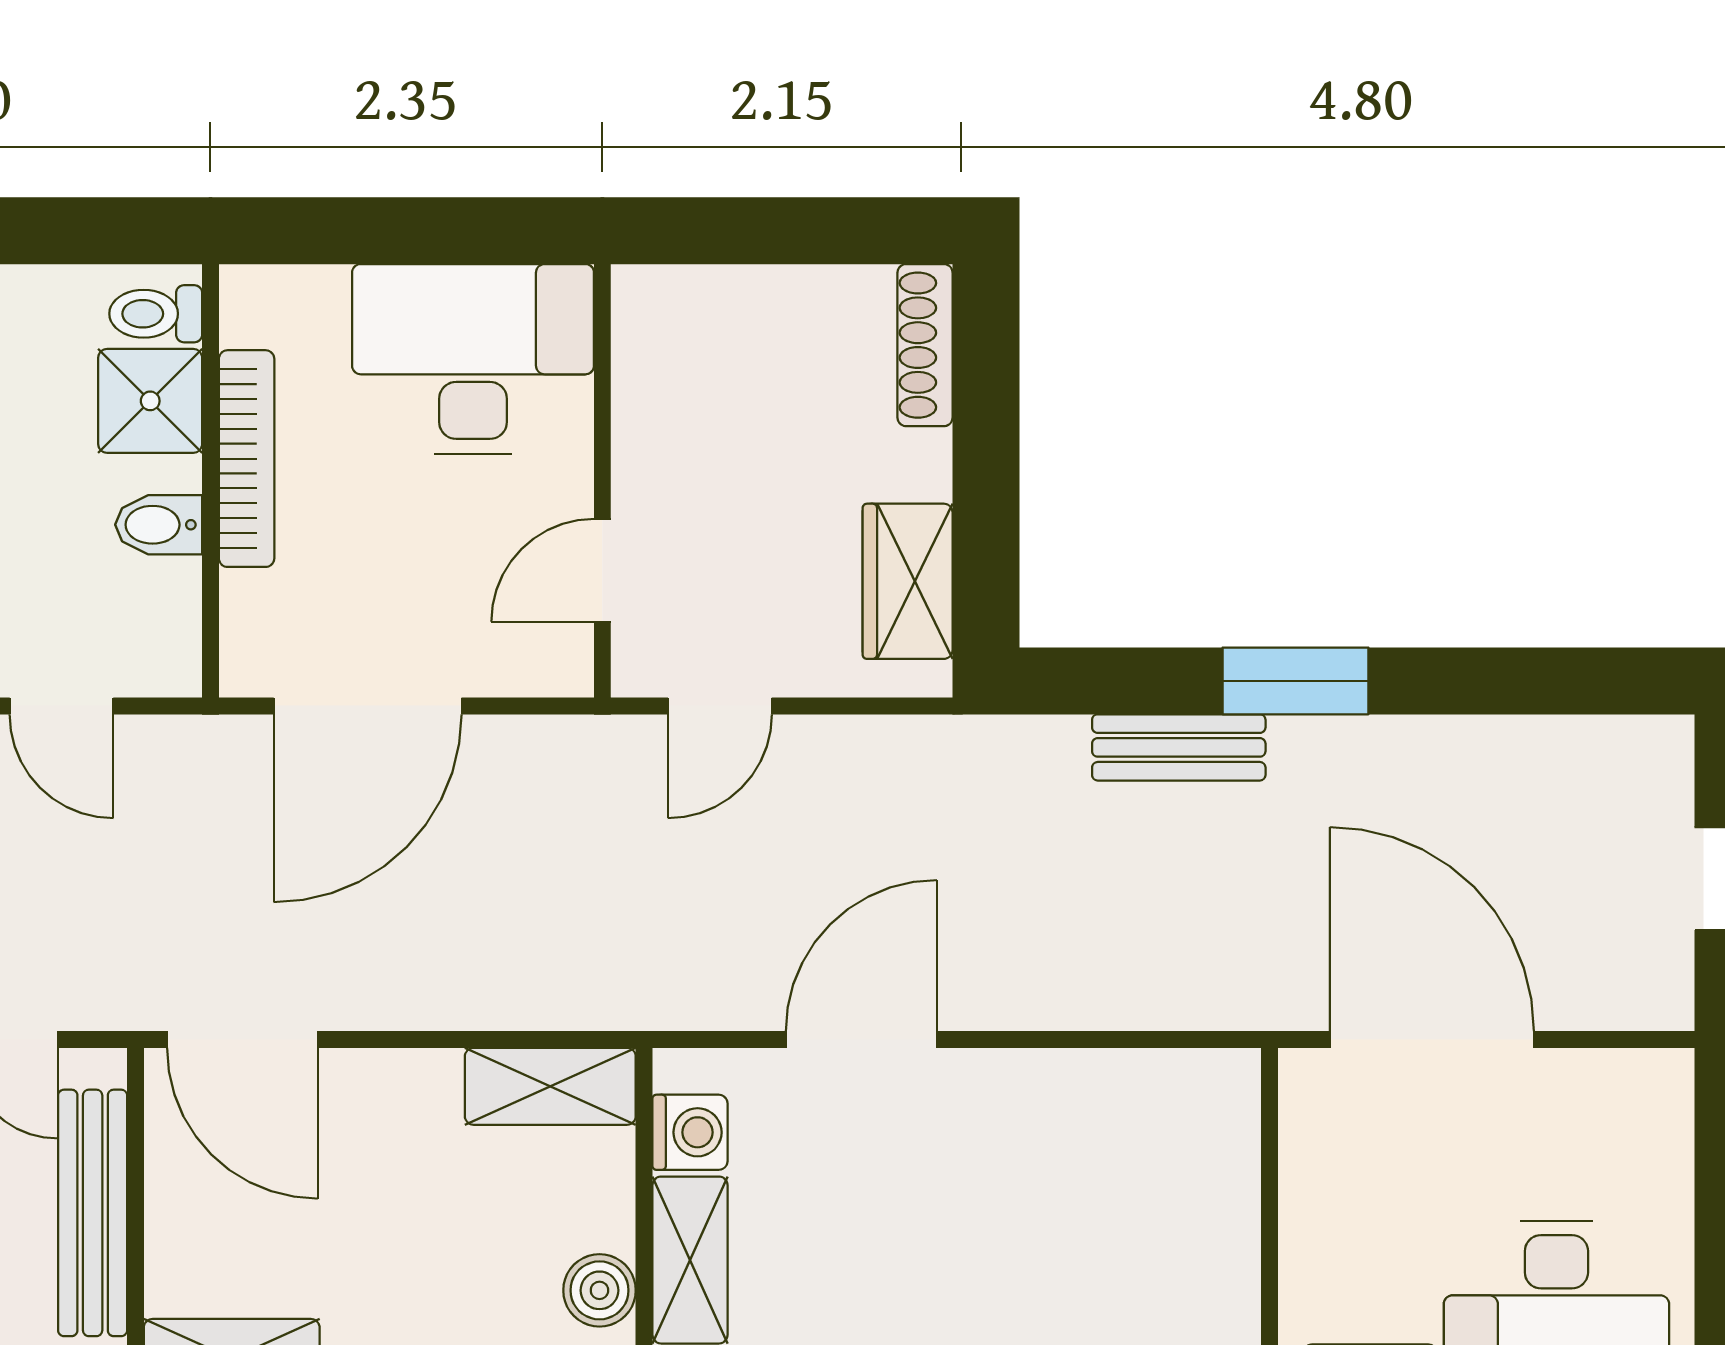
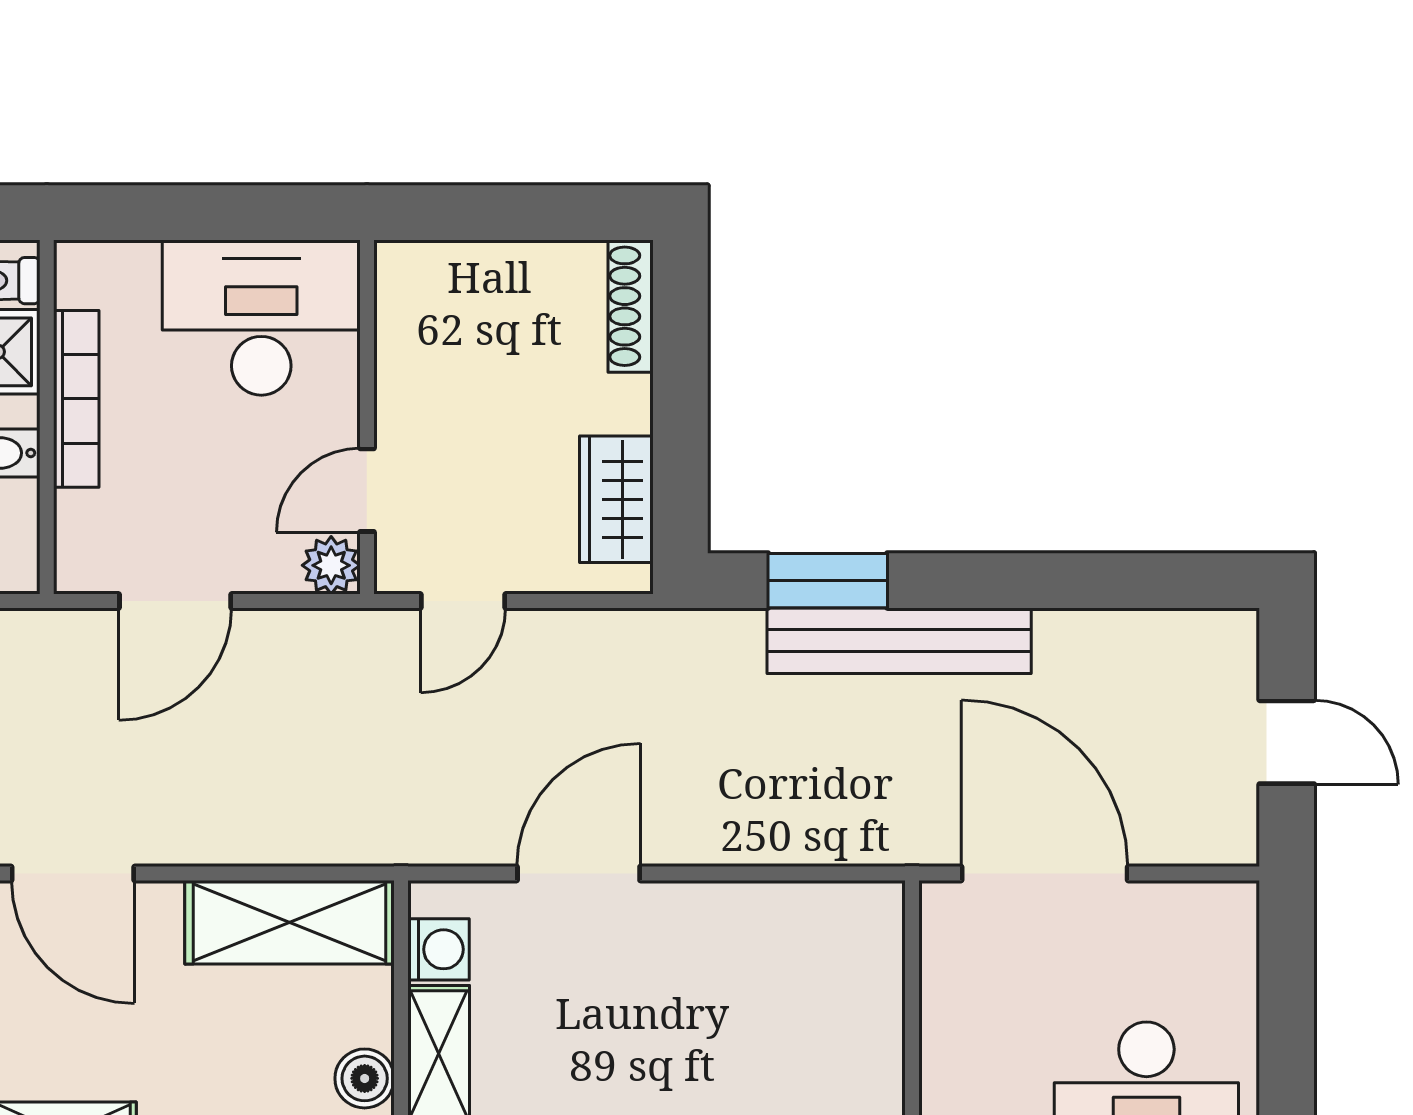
plant: (559, 662) -> (331, 565), added
window: (1296, 681) -> (828, 581), moved
door: (368, 706) -> (175, 601), width x0.73
bench: (1179, 747) -> (899, 641), width x1.86, depth x1.21
shelving: (550, 1086) -> (289, 922), width x1.50, depth x1.33

